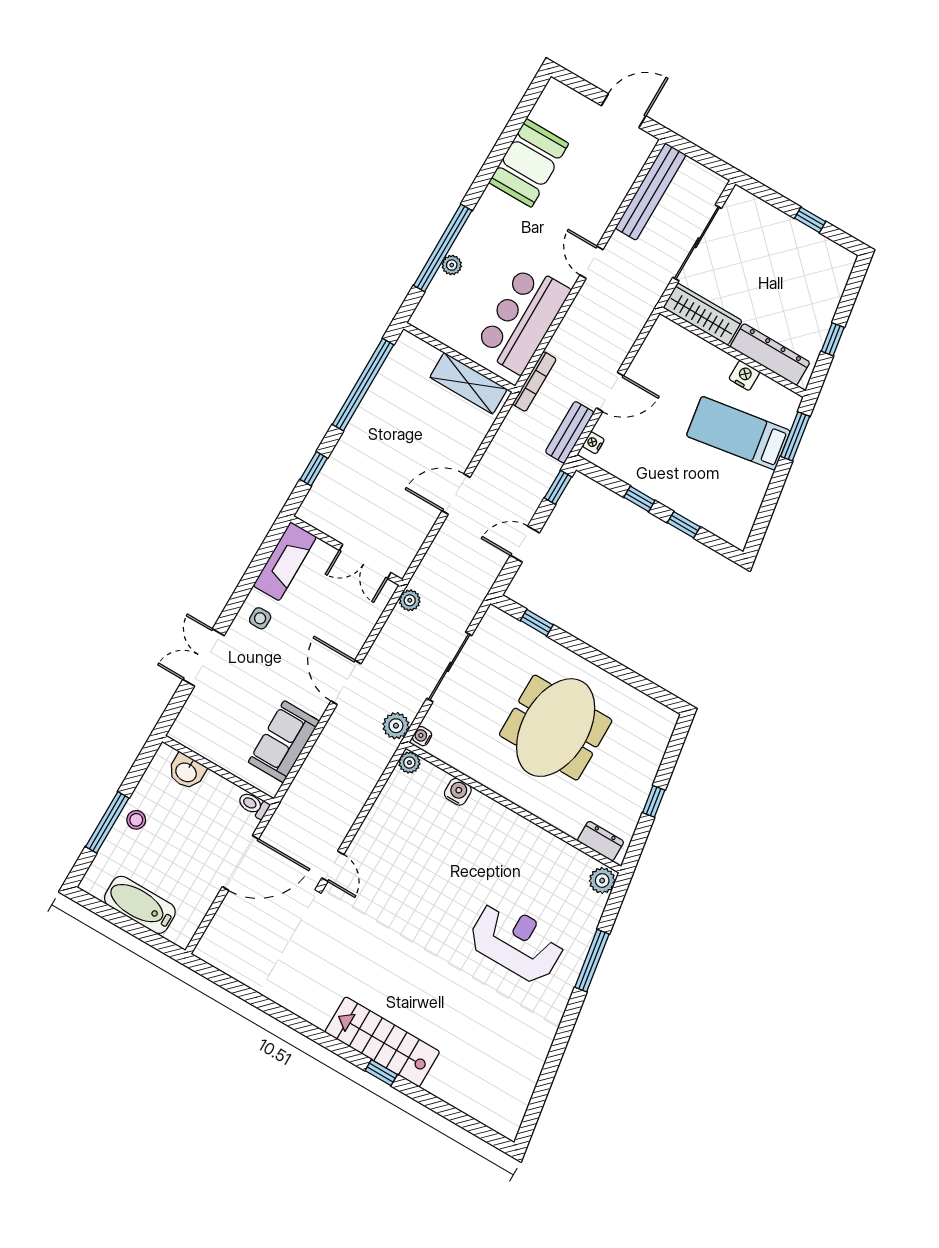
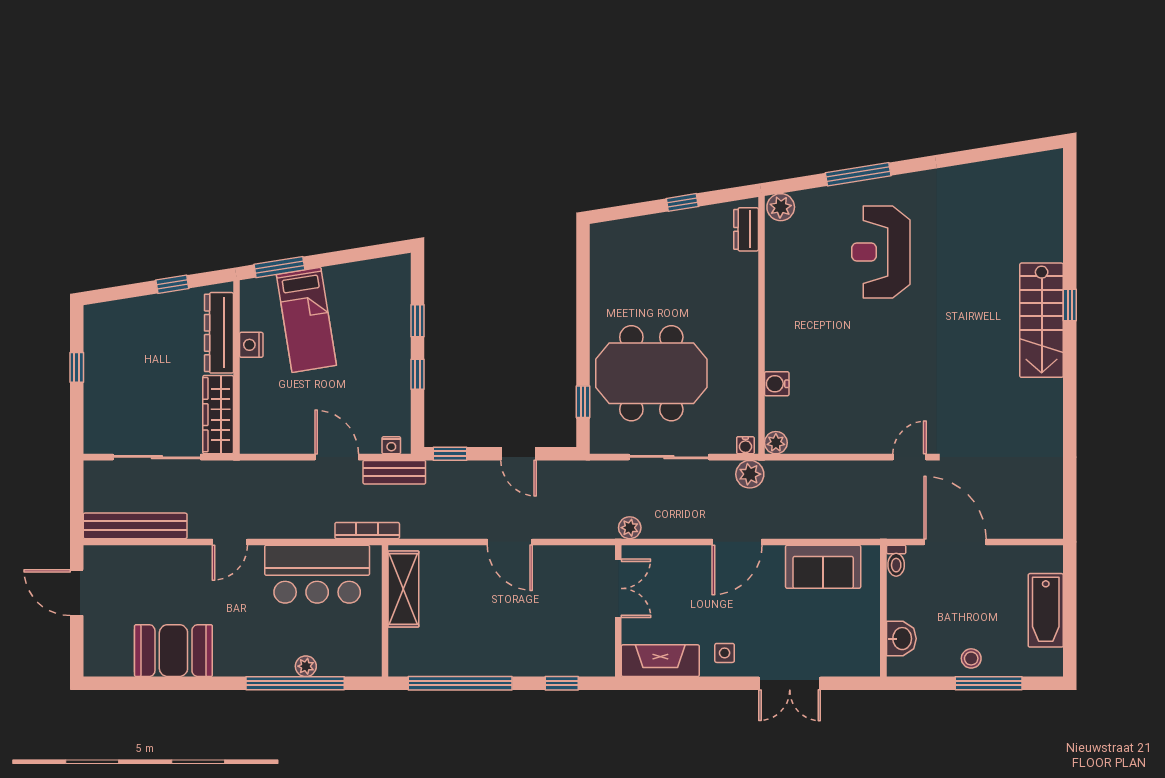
meeting table: (556, 728) -> (651, 373), moved

